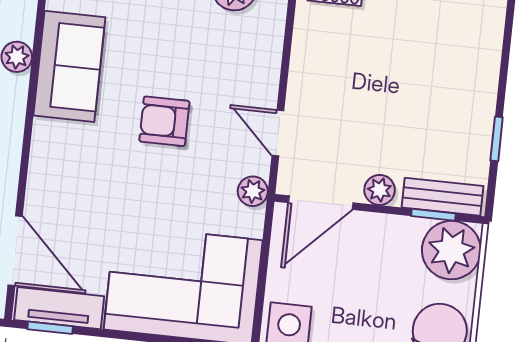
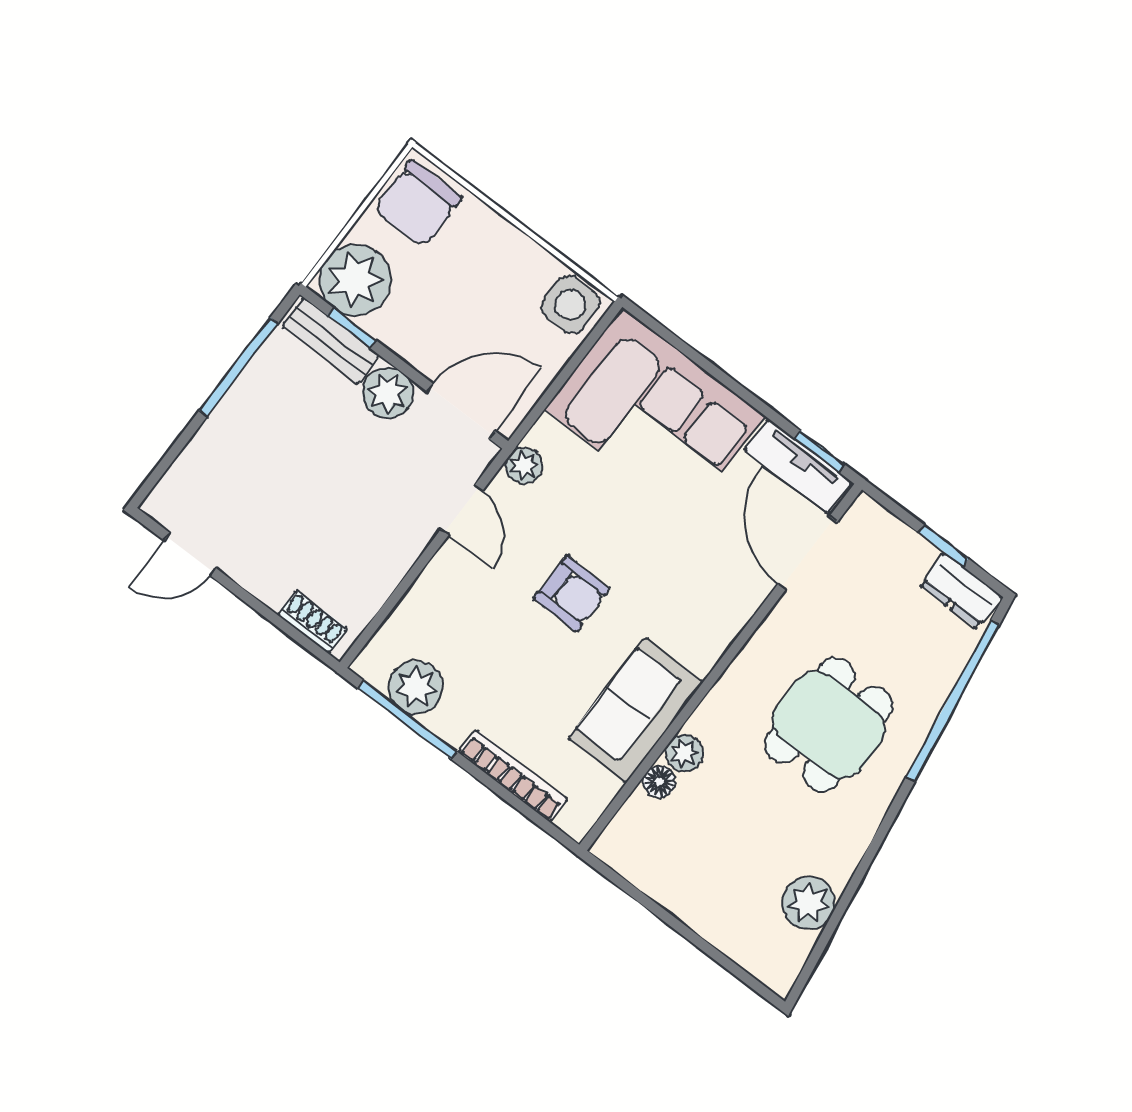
floor lamp: (22, 26) -> (659, 782), added
window: (497, 139) -> (239, 367), width x2.17
plant: (380, 190) -> (388, 393), width x1.38, depth x1.38

